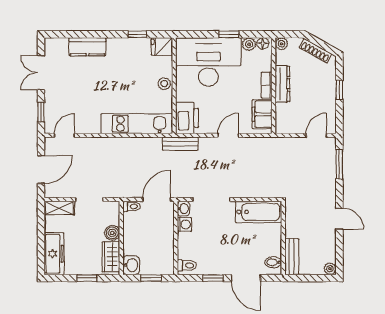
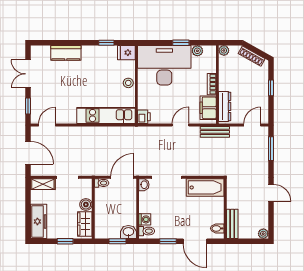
floor lamp: (263, 43) -> (209, 50), removed
dresser: (282, 84) -> (225, 106), moved
printer: (187, 118) -> (144, 117), width x0.53, depth x0.68
bench: (180, 144) -> (215, 132), moved
door: (41, 169) -> (28, 153), hinge flipped
washing machine: (184, 224) -> (145, 219), moved
washbasin: (131, 265) -> (128, 232), moved, turned -90

